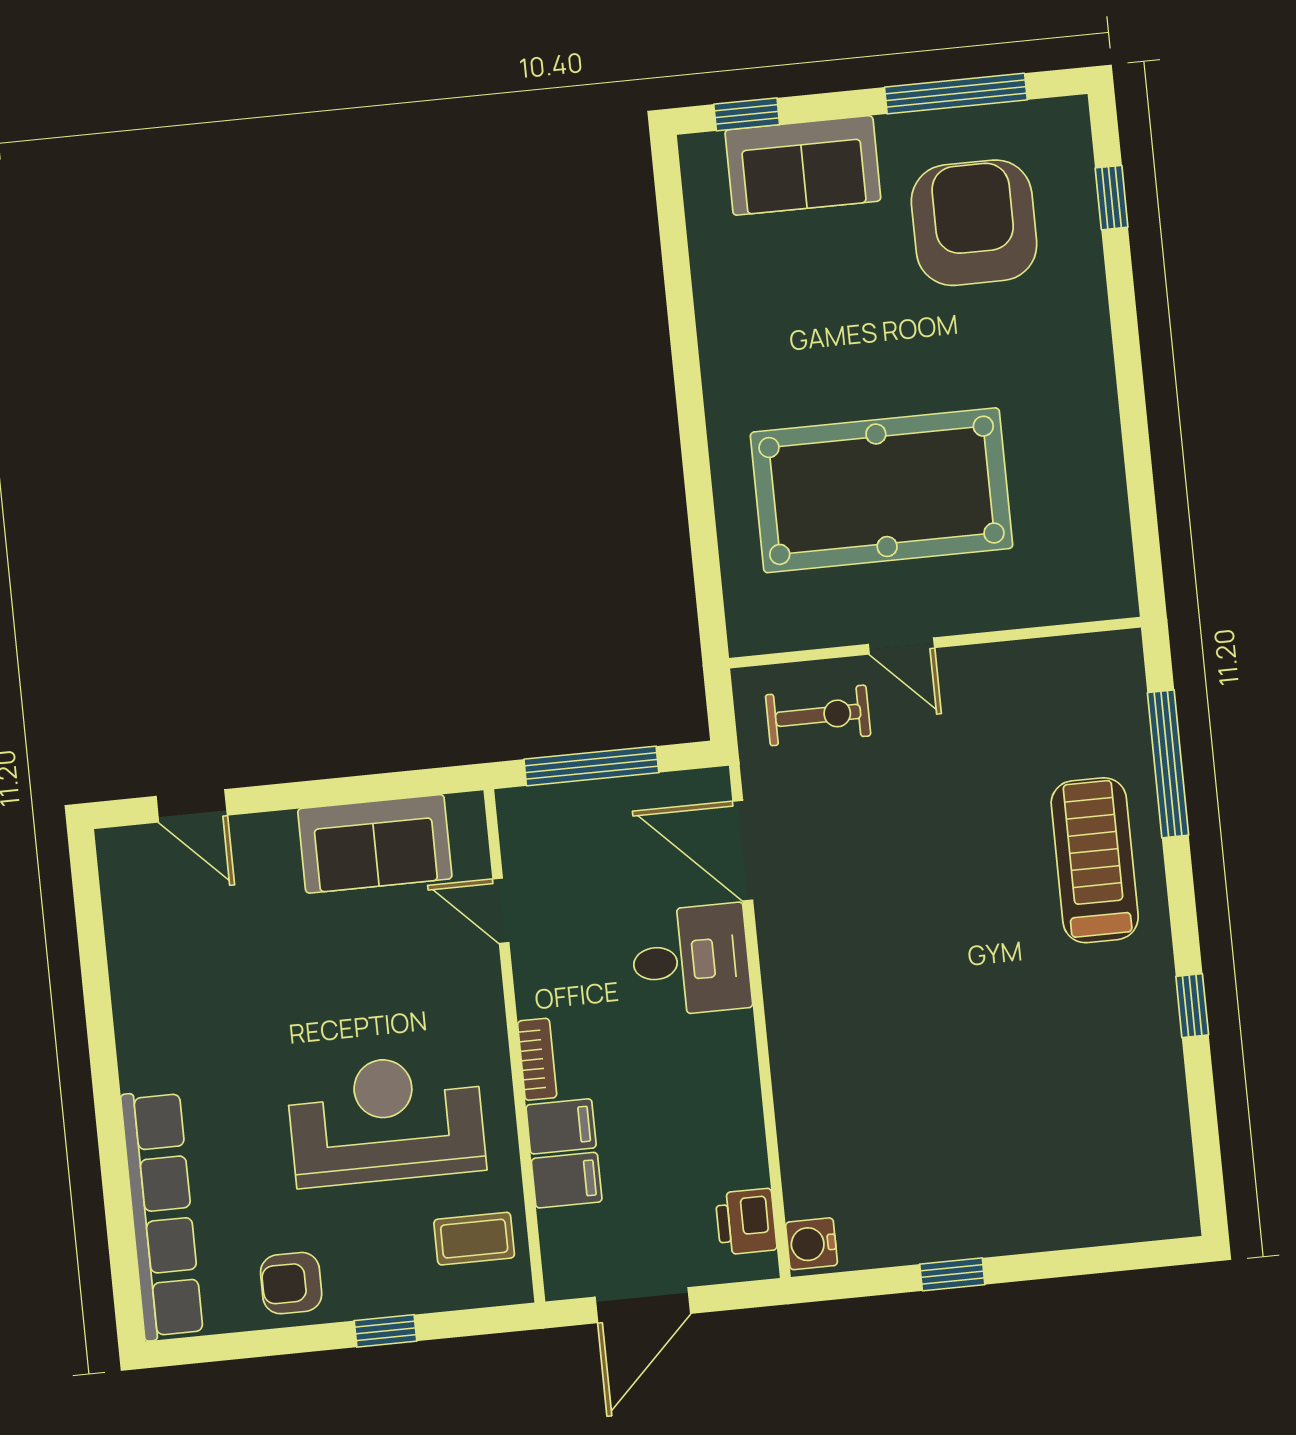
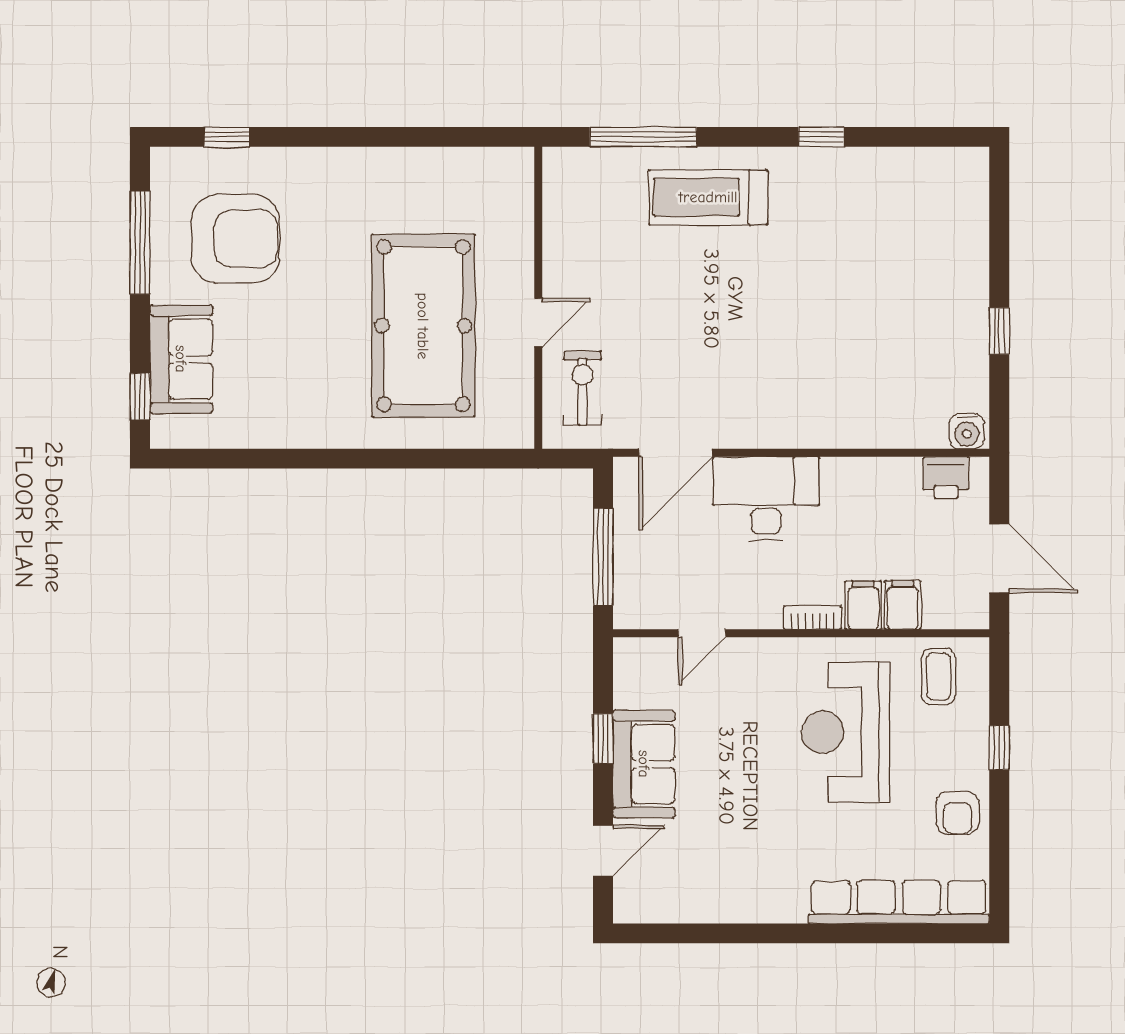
armchair: (974, 223) -> (235, 239), turned 180
window: (344, 791) -> (603, 739), added
sofa: (375, 844) -> (644, 764), moved
desk: (691, 960) -> (766, 499), width x1.37

